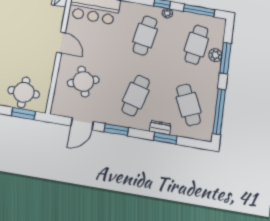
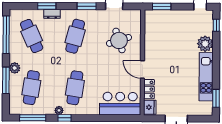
locker: (57, 19) -> (149, 89), added
plant: (215, 55) -> (15, 68), moved
round table: (24, 92) -> (165, 23), removed

